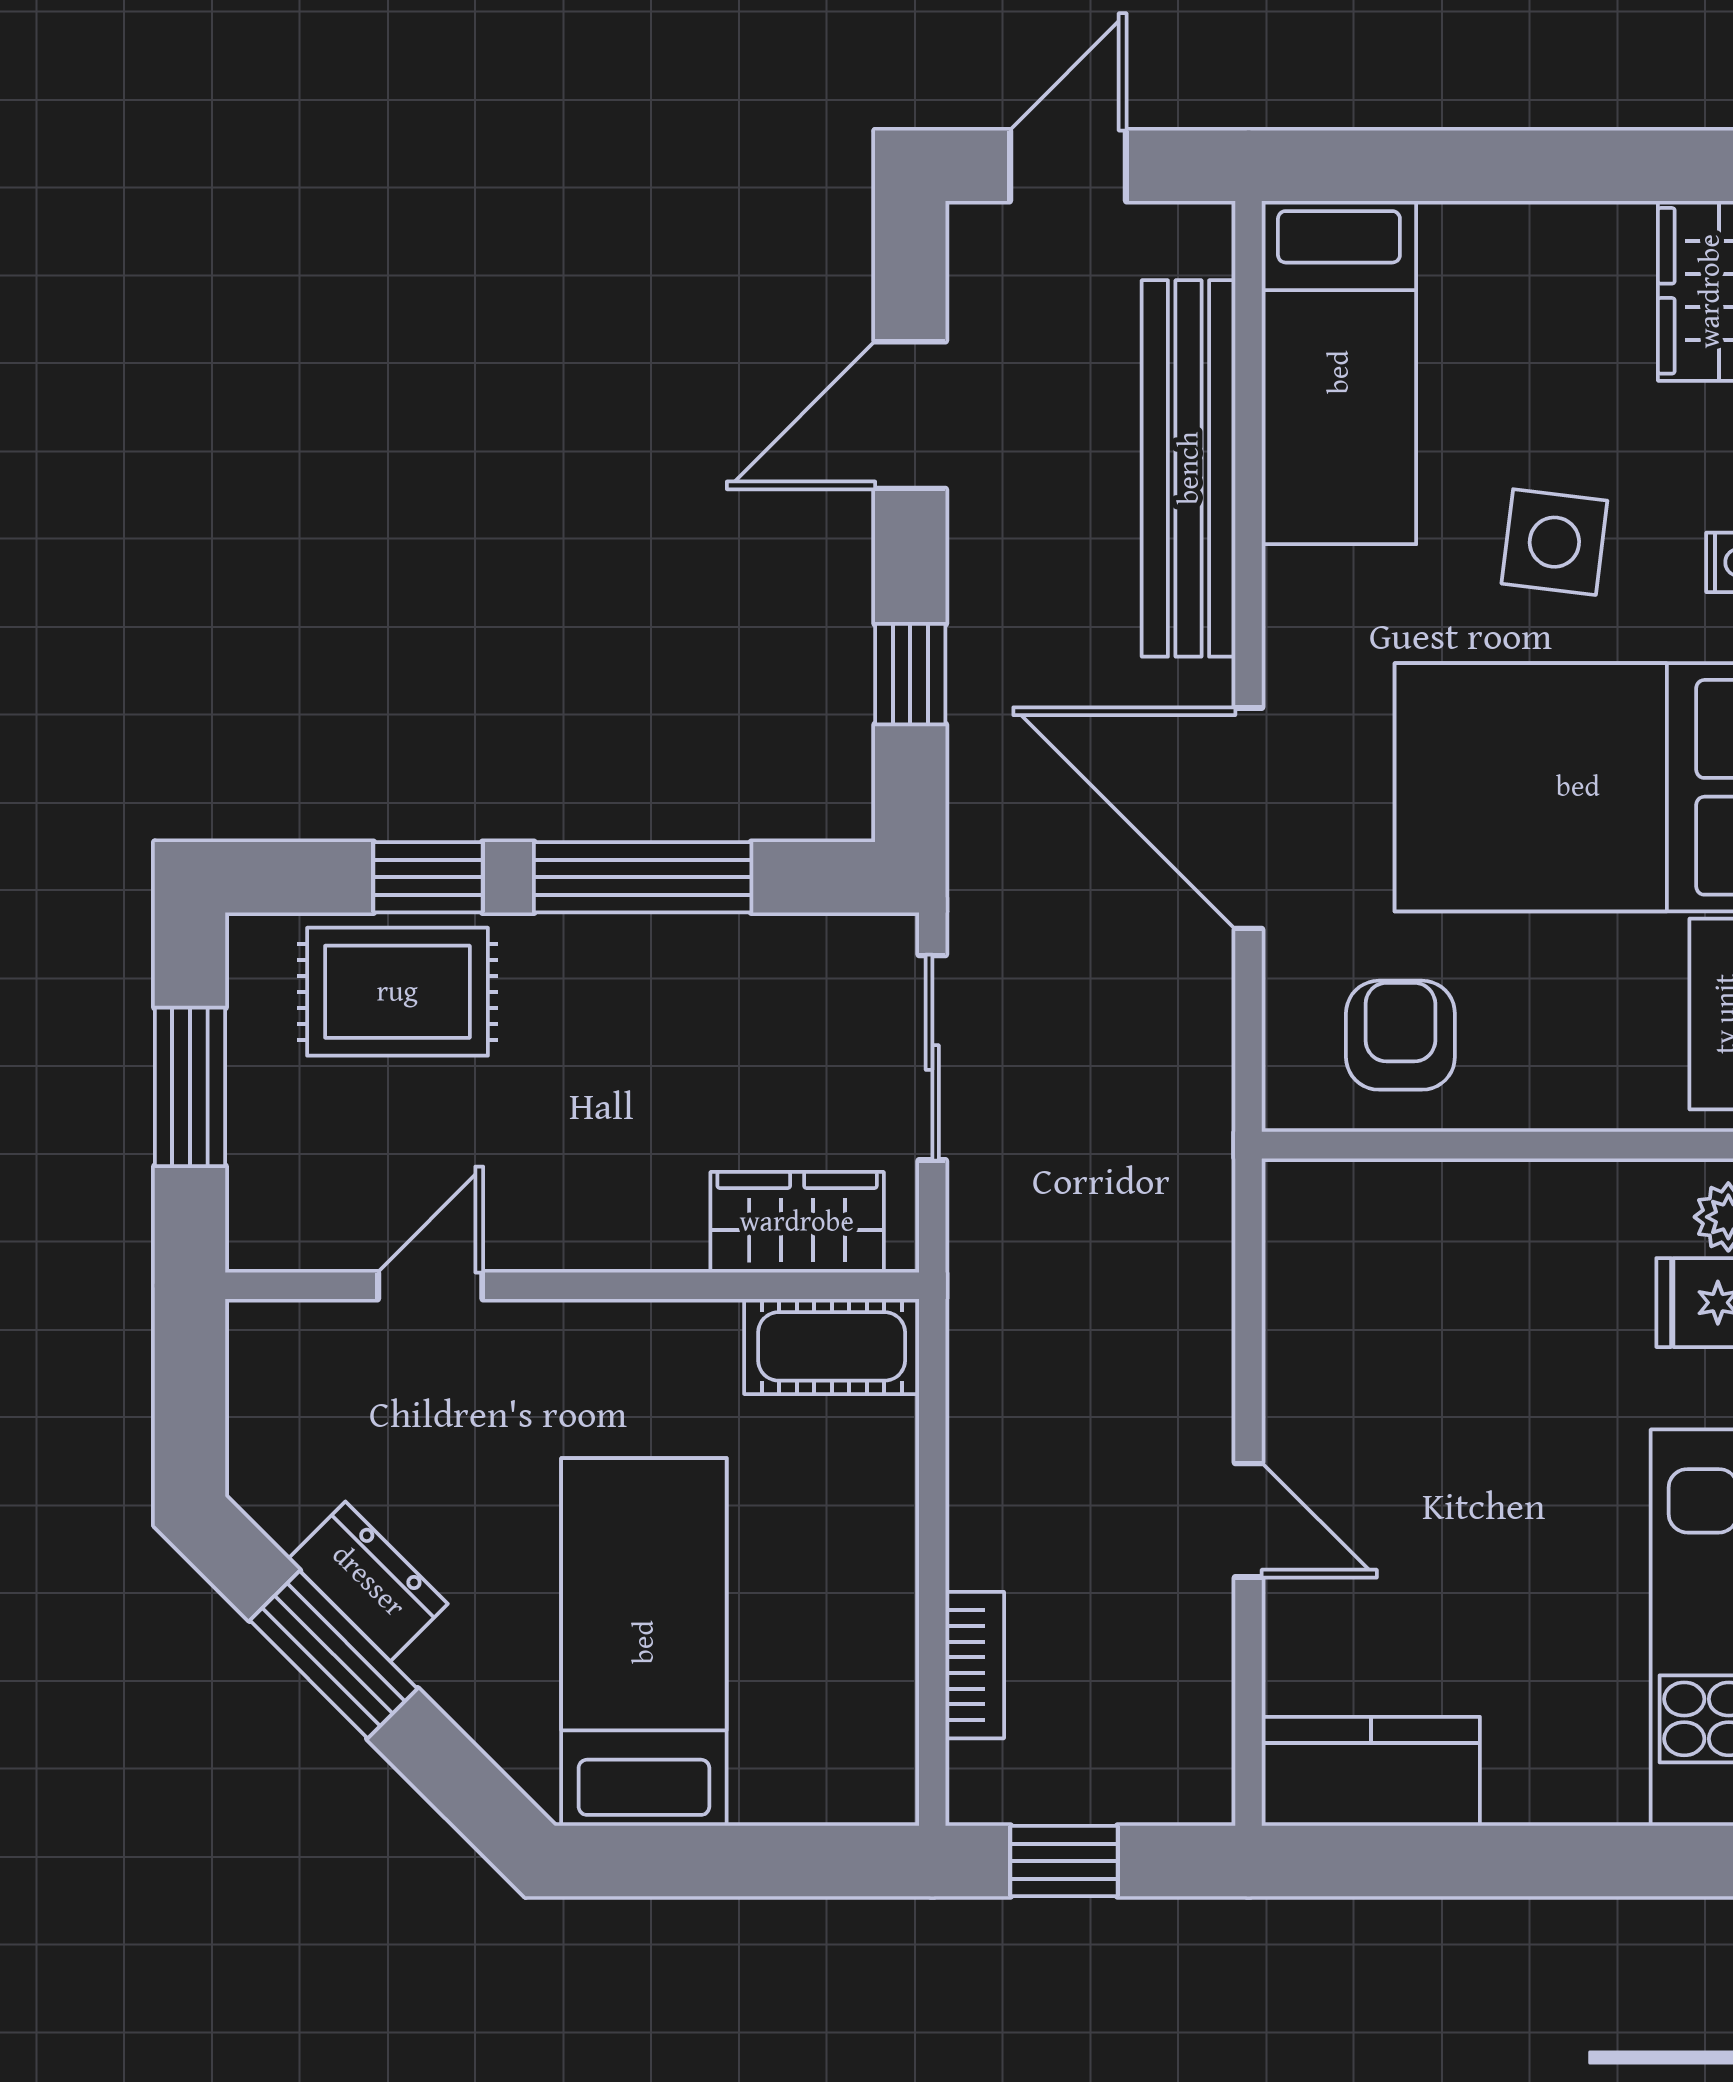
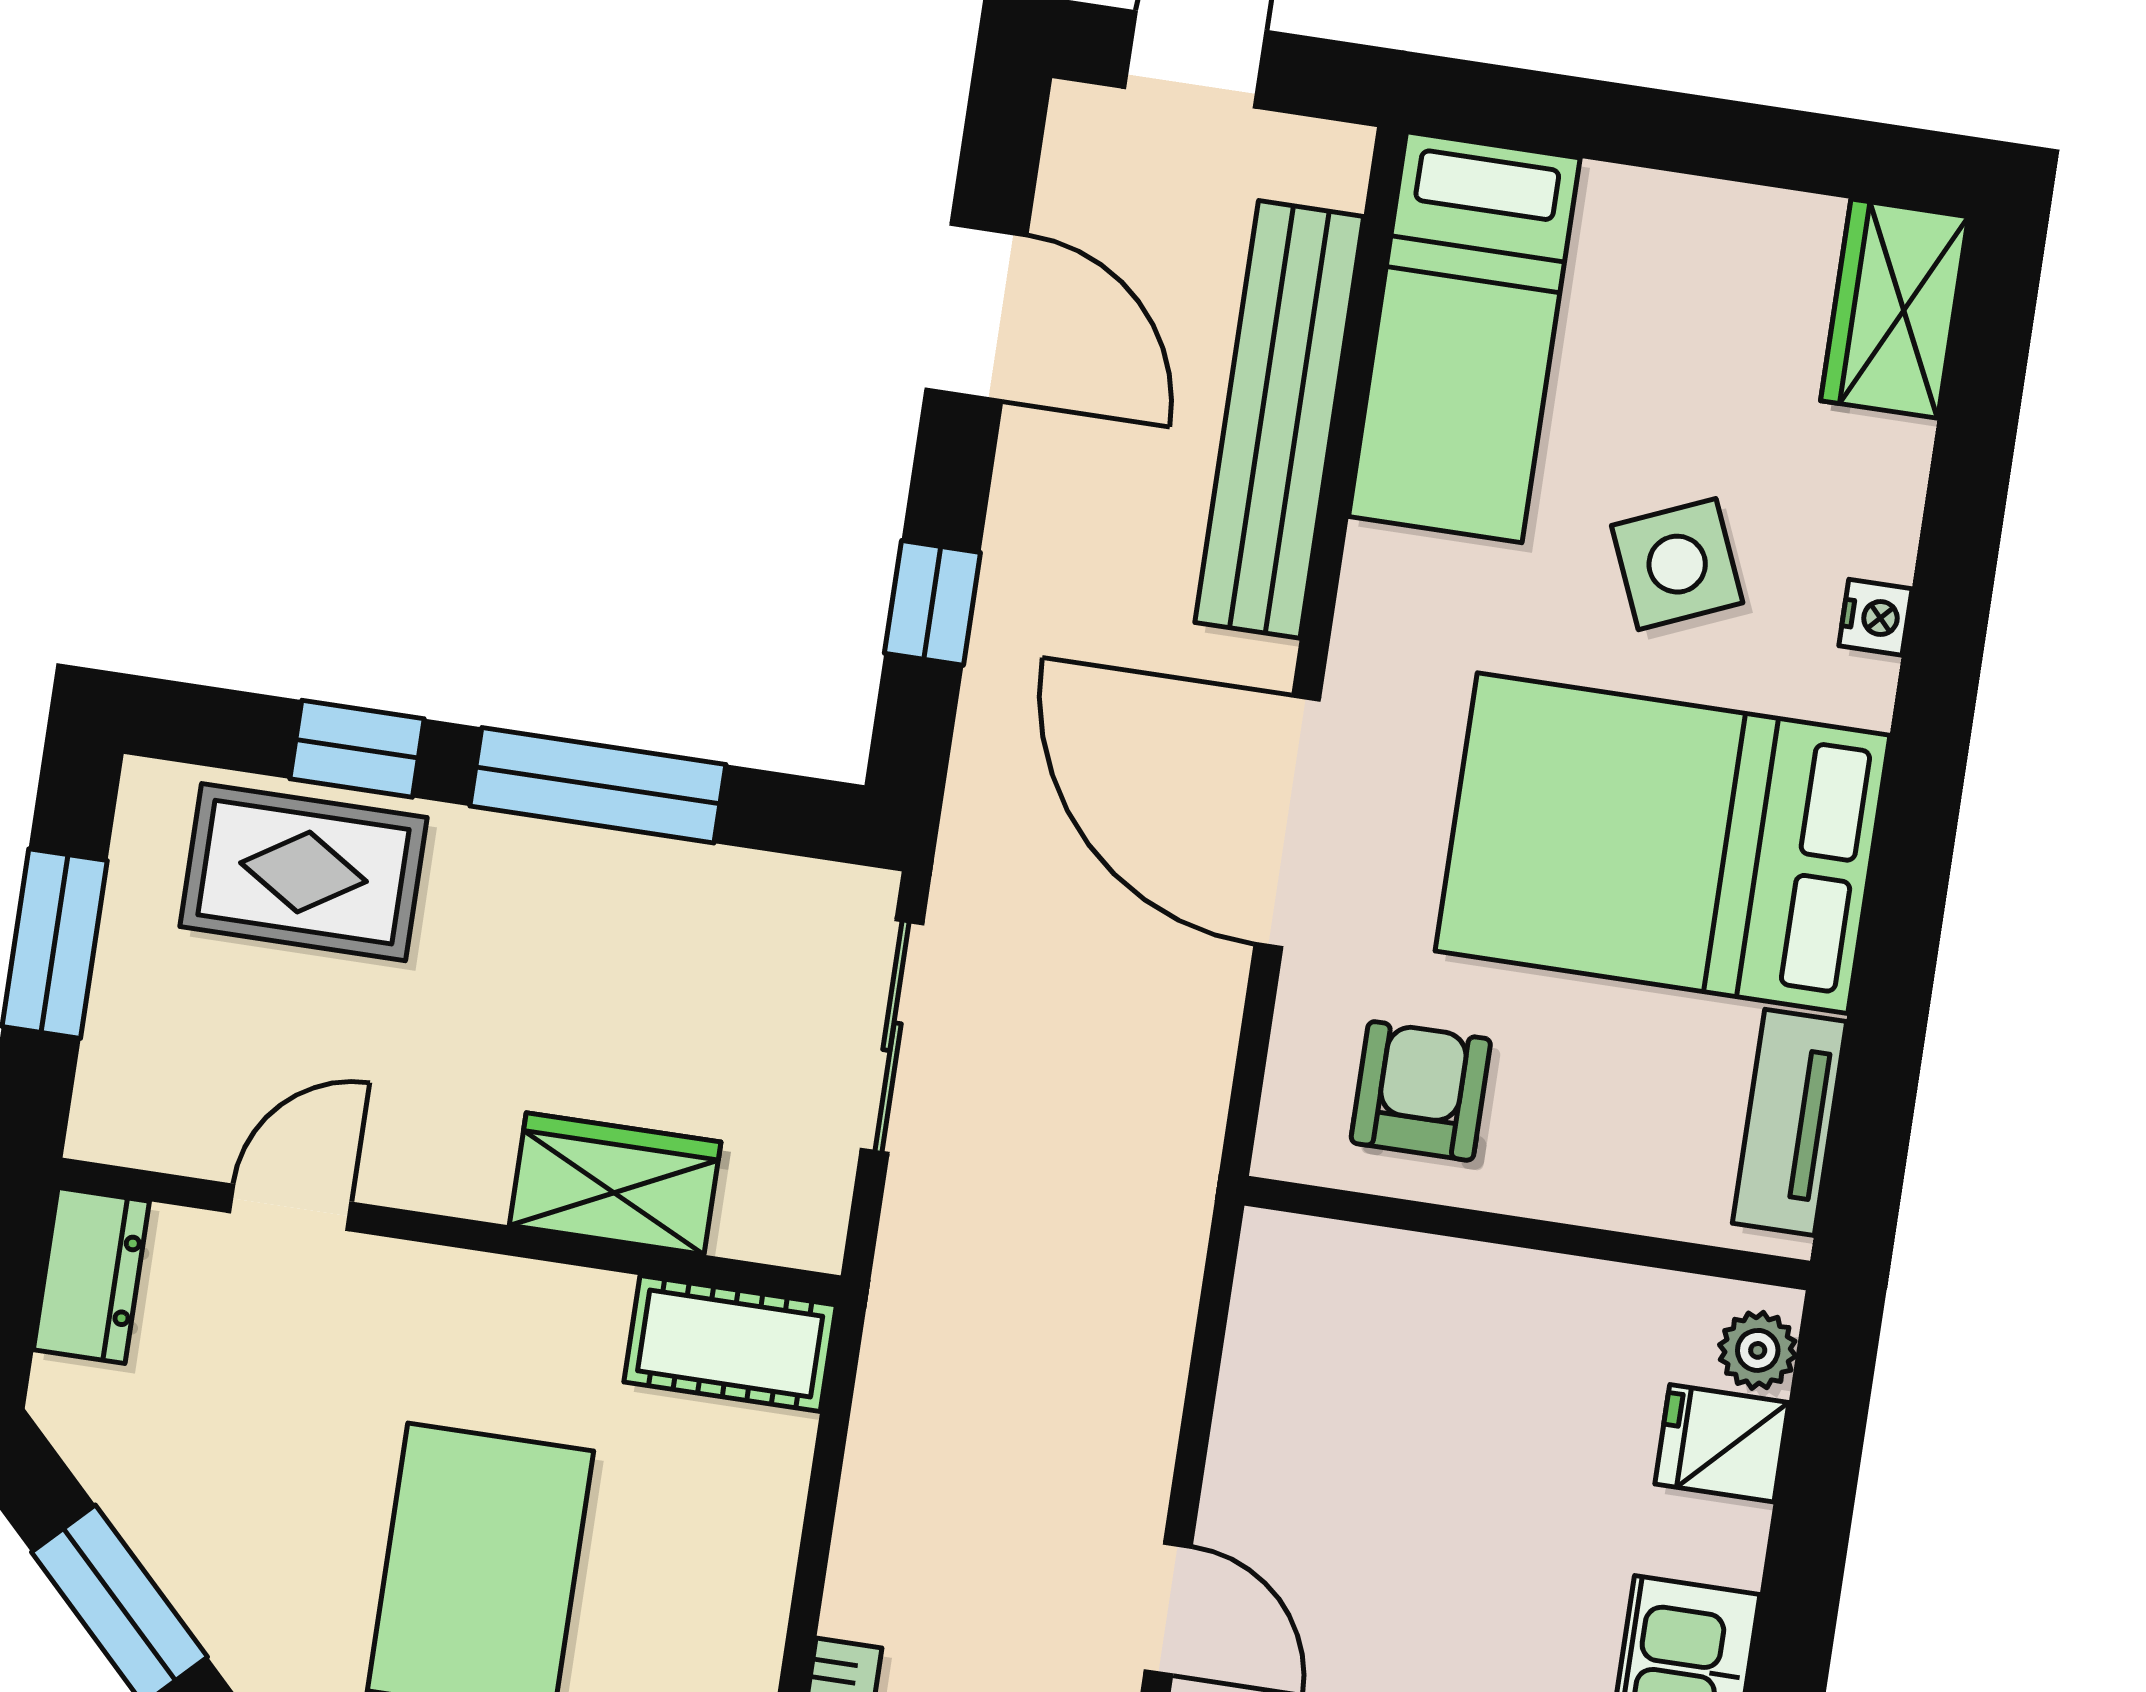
door: (910, 415) -> (976, 312), swing flipped
side table: (1554, 542) -> (1677, 564), turned -30
wardrobe: (797, 1222) -> (615, 1184), moved
dresser: (368, 1581) -> (91, 1275), moved, turned 45

